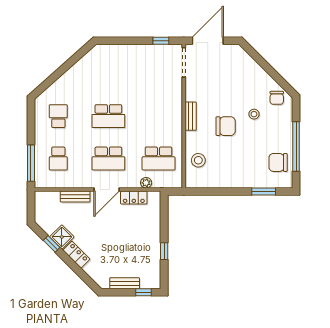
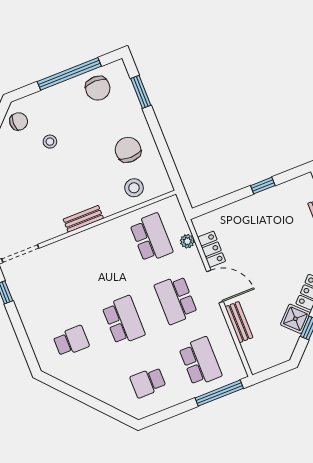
school desk: (108, 74) -> (71, 341), added
chair: (226, 126) -> (128, 150), moved
school desk: (58, 159) -> (200, 362), width x1.85
school desk: (108, 159) -> (176, 300), turned 180

